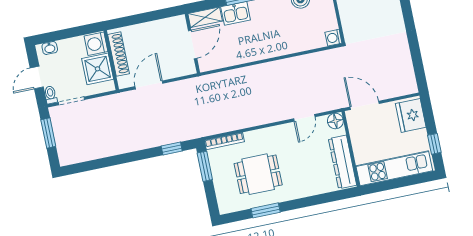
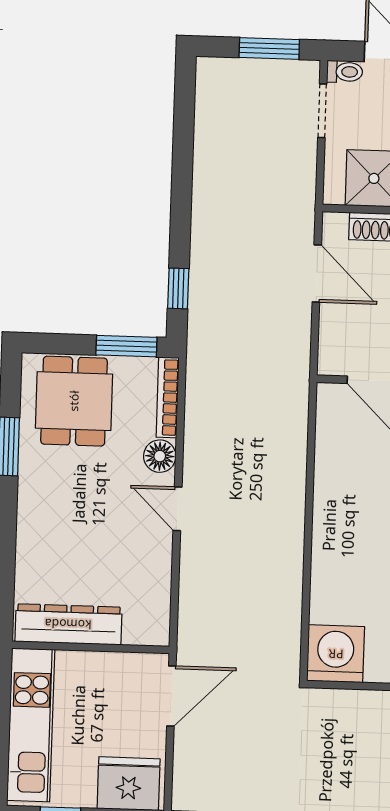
washing machine: (333, 38) -> (336, 654), width x1.89, depth x1.89
door: (304, 118) -> (178, 509), moved
floor lamp: (335, 121) -> (160, 456), moved
dining table: (258, 174) -> (74, 401), moved

